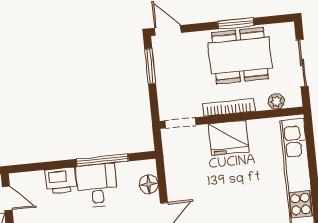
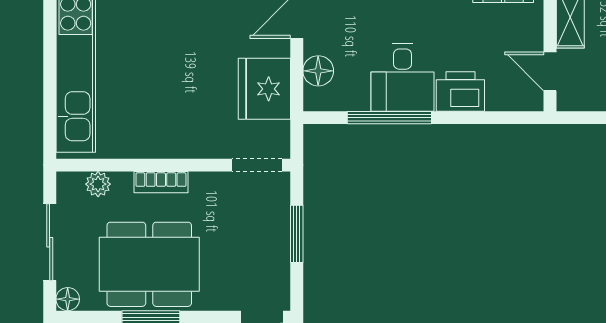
floor lamp: (288, 29) -> (68, 299), added
window: (150, 66) -> (297, 234), moved
bookcase: (229, 107) -> (161, 182), width x0.64
fridge: (229, 138) -> (264, 89), moved, turned -90

